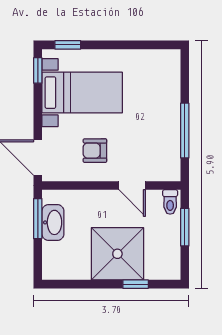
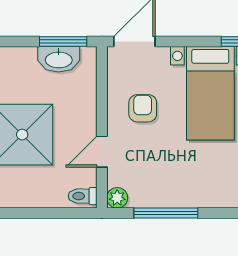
plant: (172, 172) -> (117, 198), added
window: (185, 227) -> (53, 213), removed

